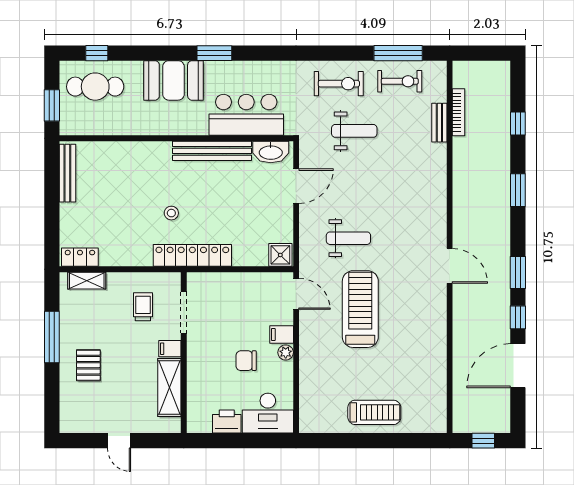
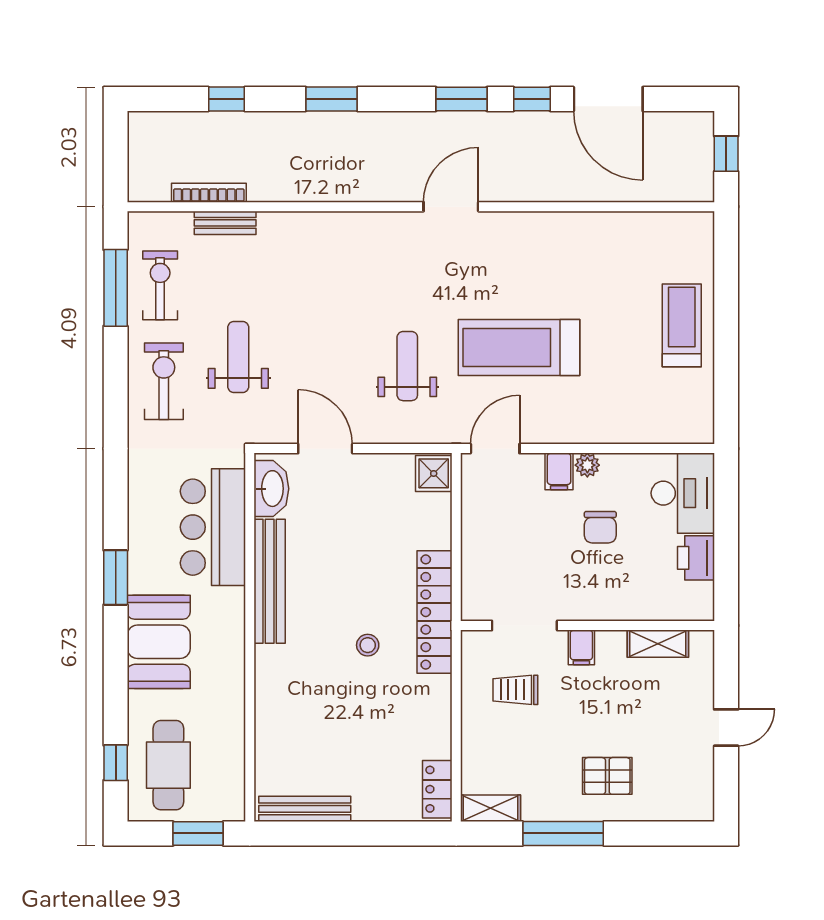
shelving: (87, 281) -> (491, 808), moved, turned 90
shelving: (169, 388) -> (658, 644), width x0.67, depth x0.75

